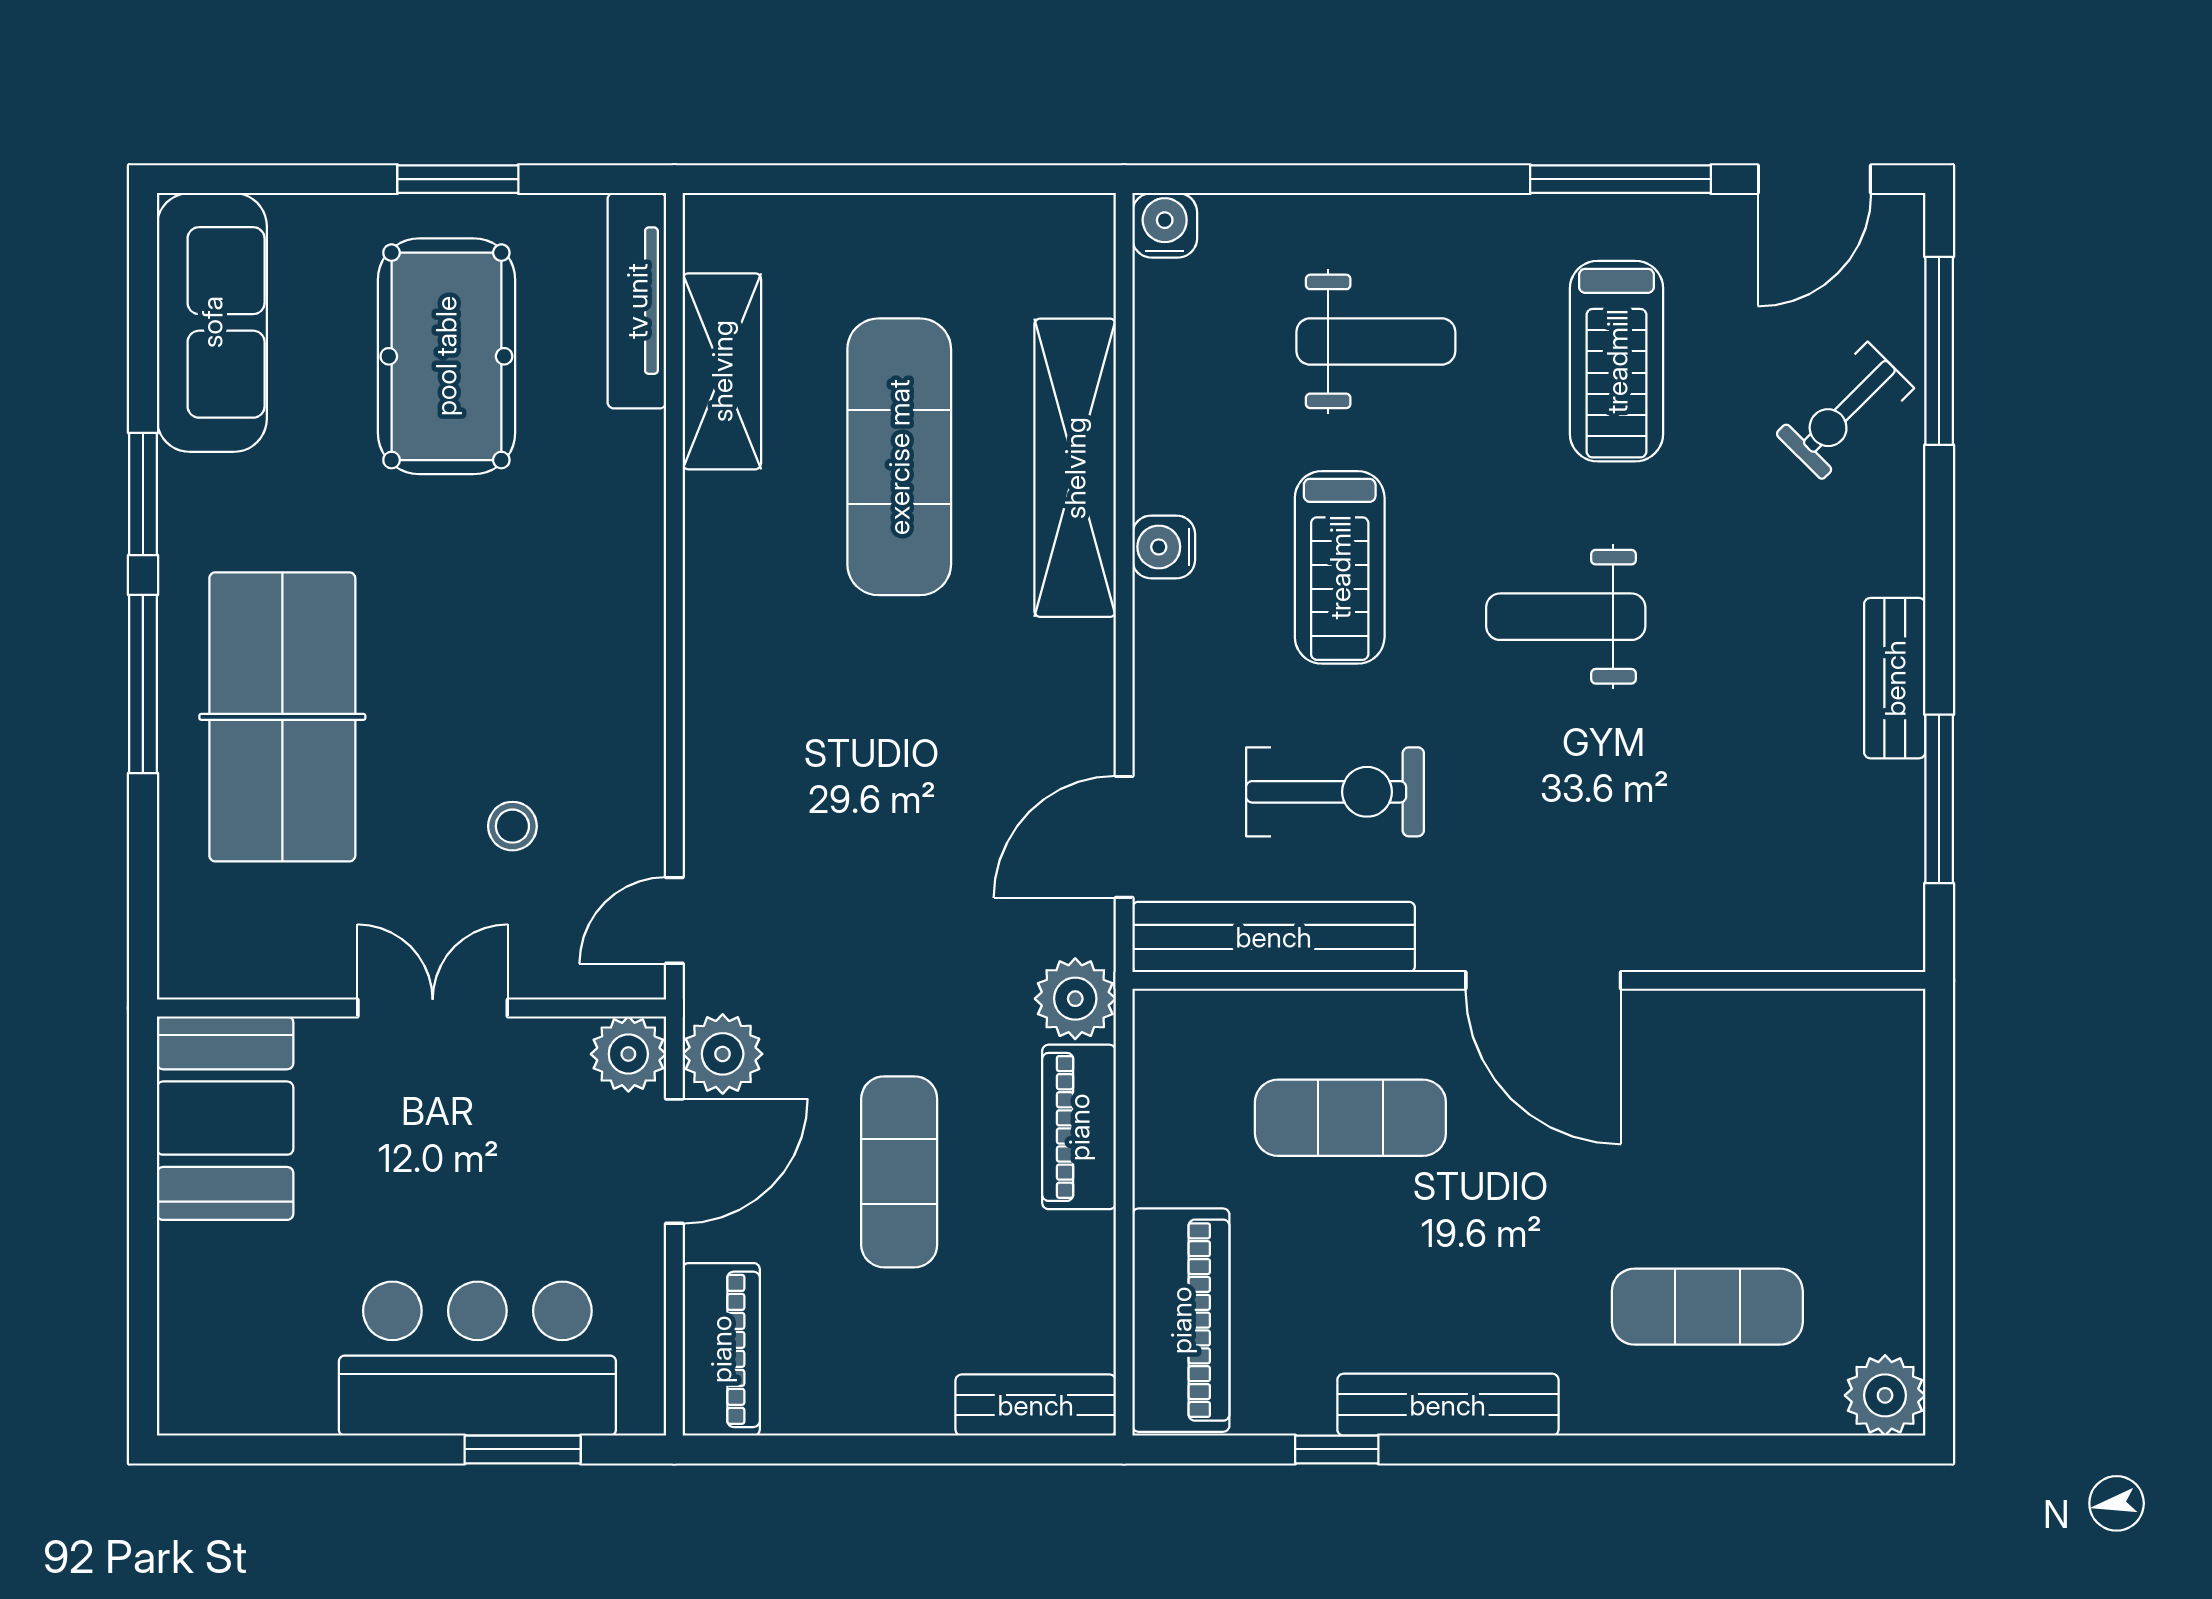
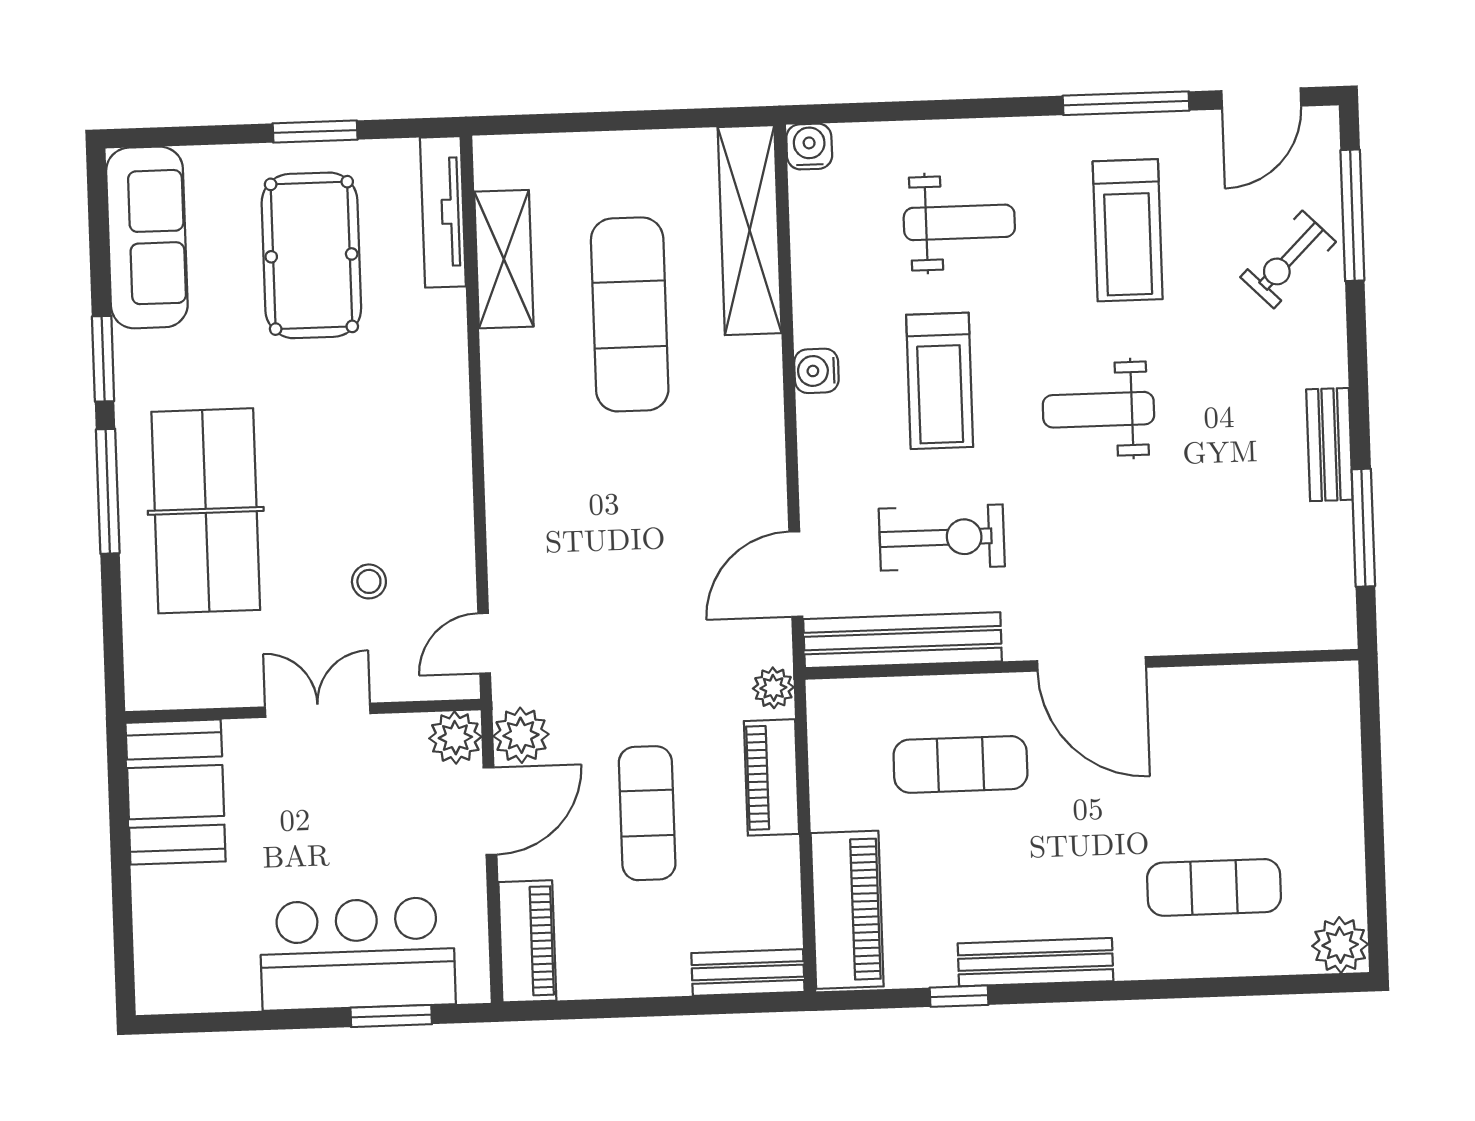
shelving: (1075, 468) -> (750, 230), moved
plant: (1075, 999) -> (773, 688), width x0.73, depth x0.73

